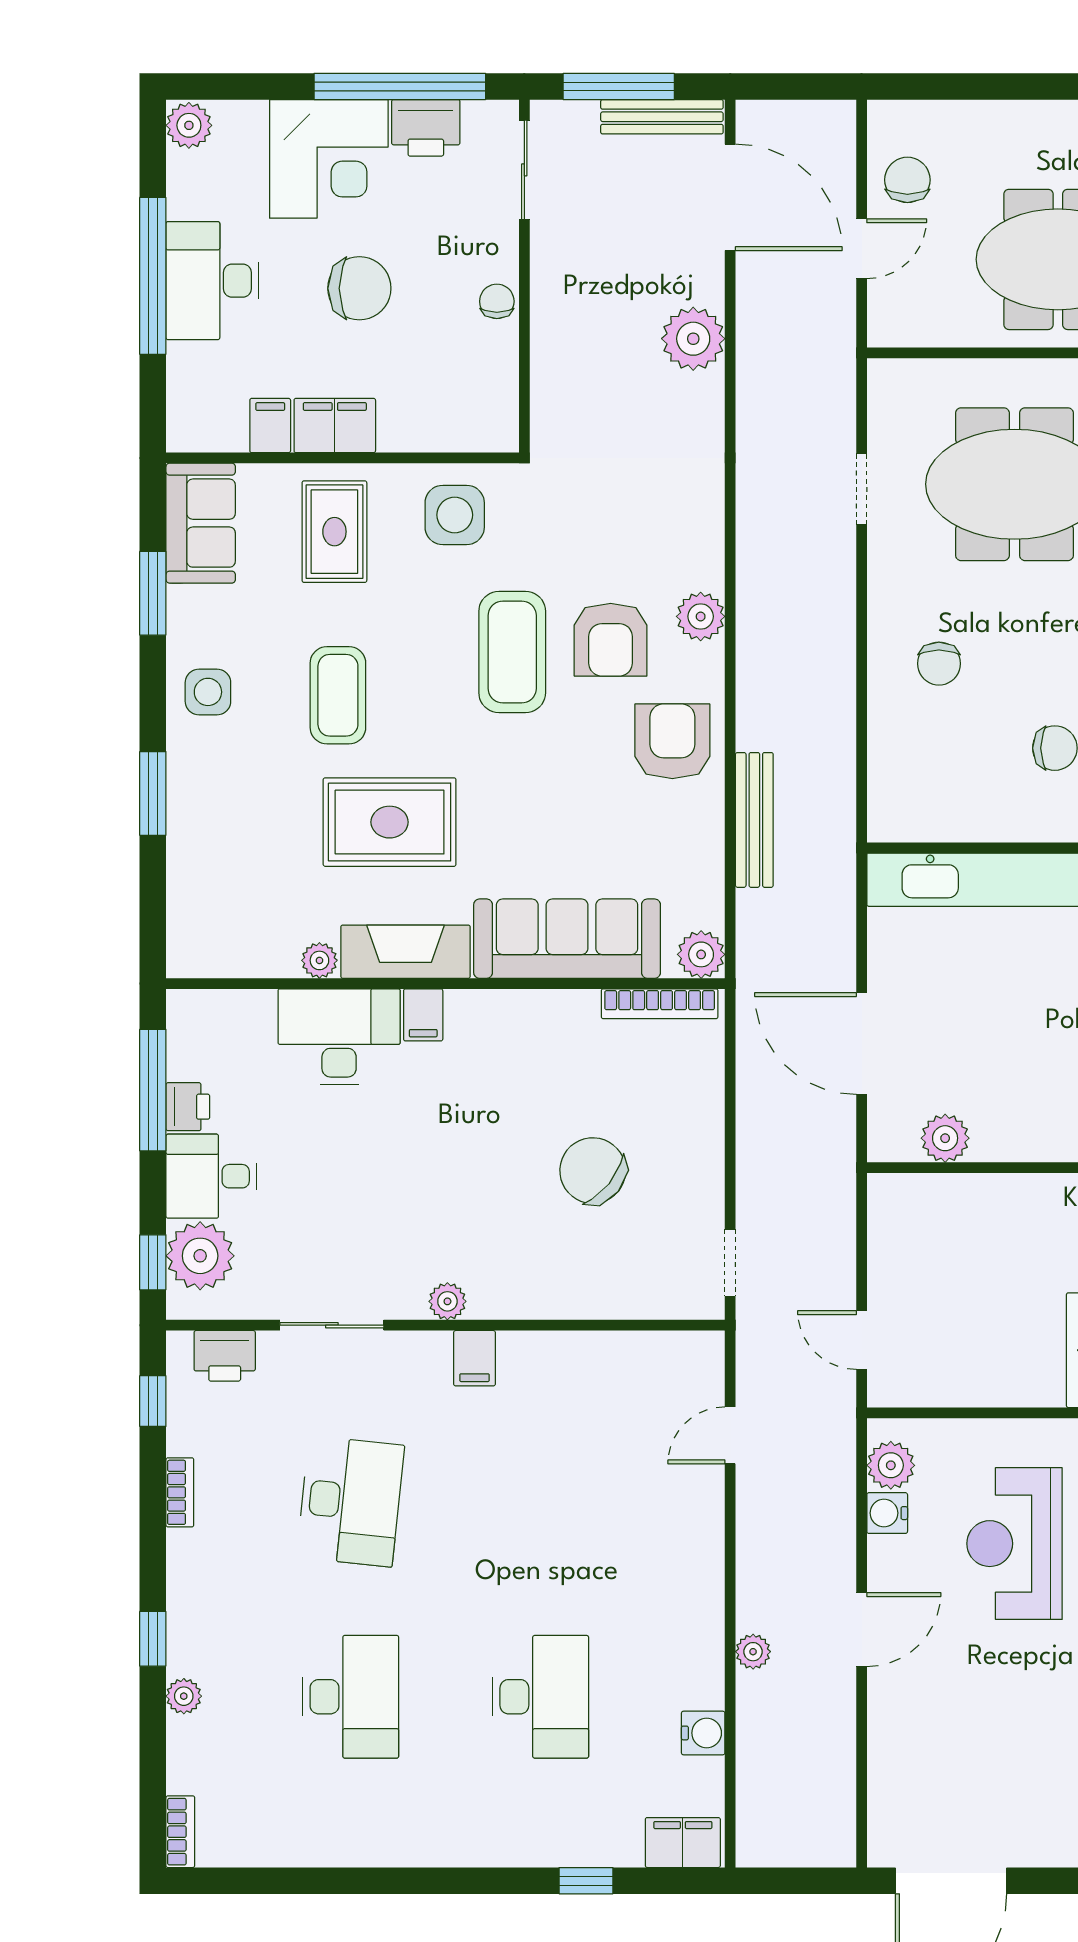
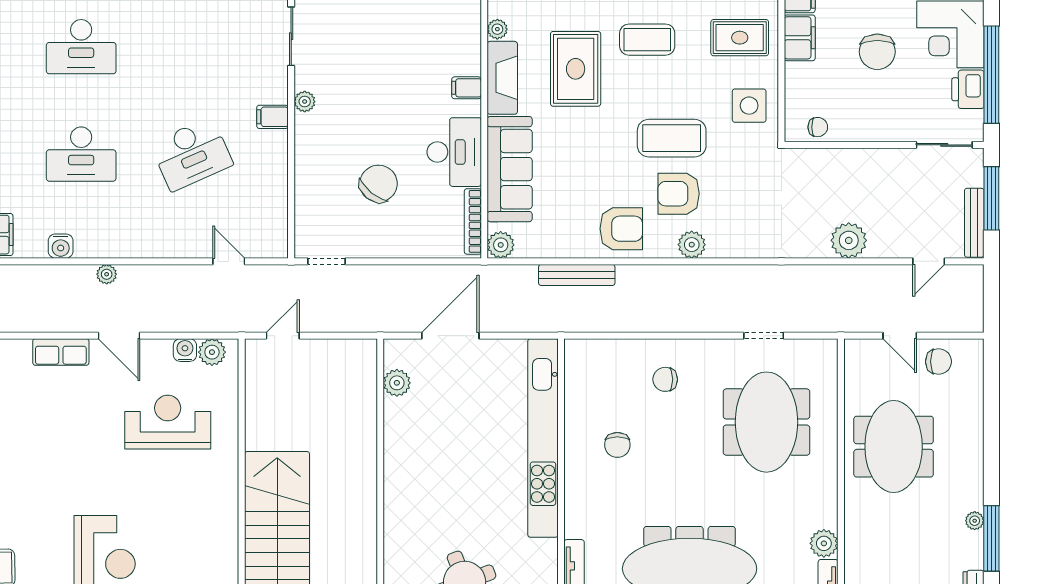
door: (730, 197) -> (929, 261), width x0.53
chair: (497, 301) -> (818, 127), moved
desk: (339, 1037) -> (454, 152), moved
desk: (351, 1501) -> (192, 154), moved, turned -30
row of seats: (891, 1733) -> (61, 352), added

